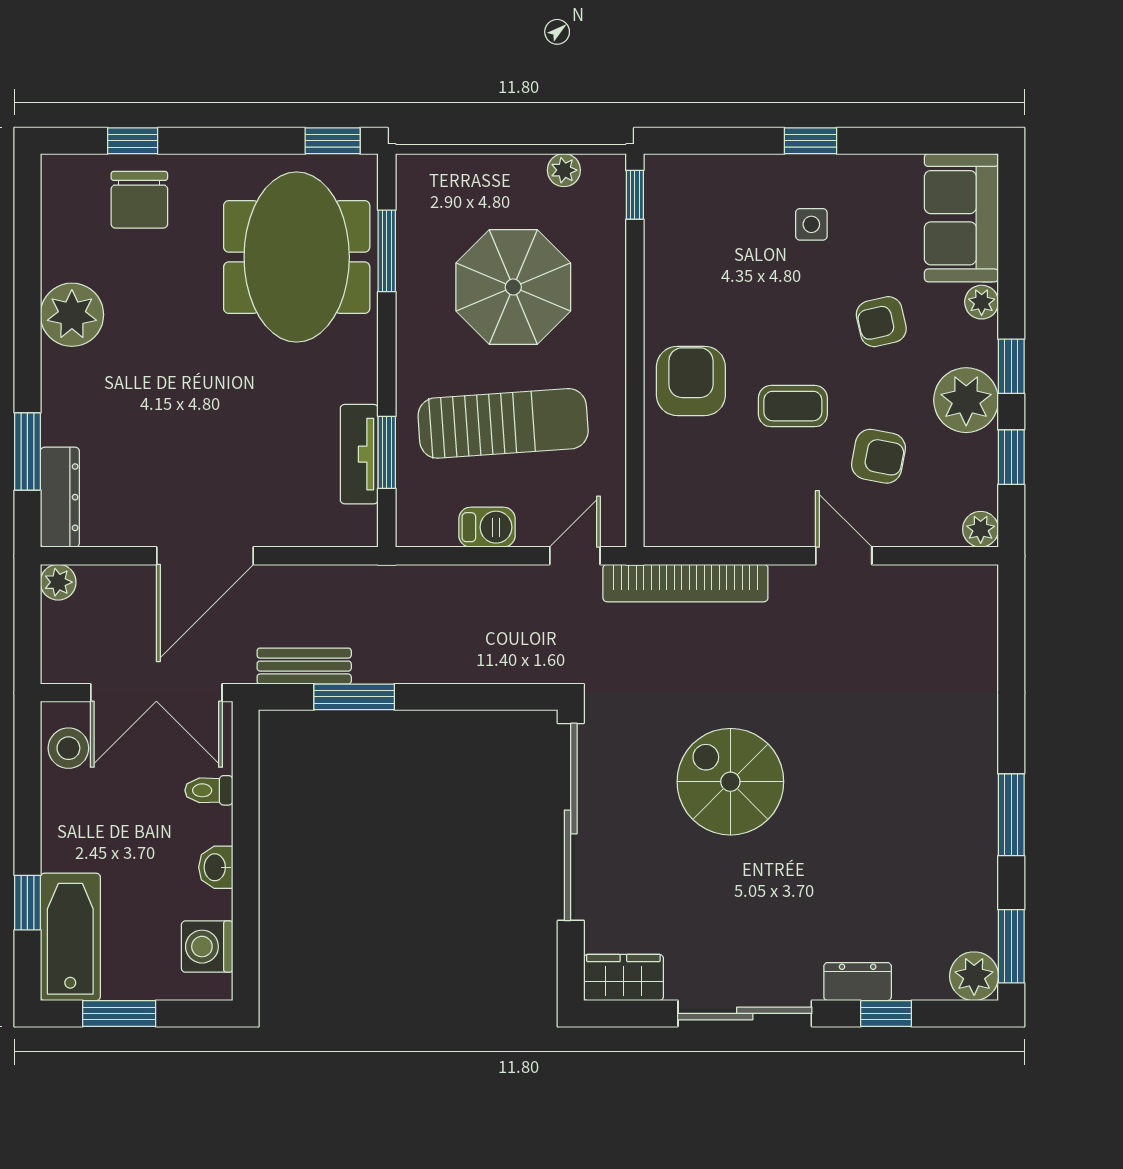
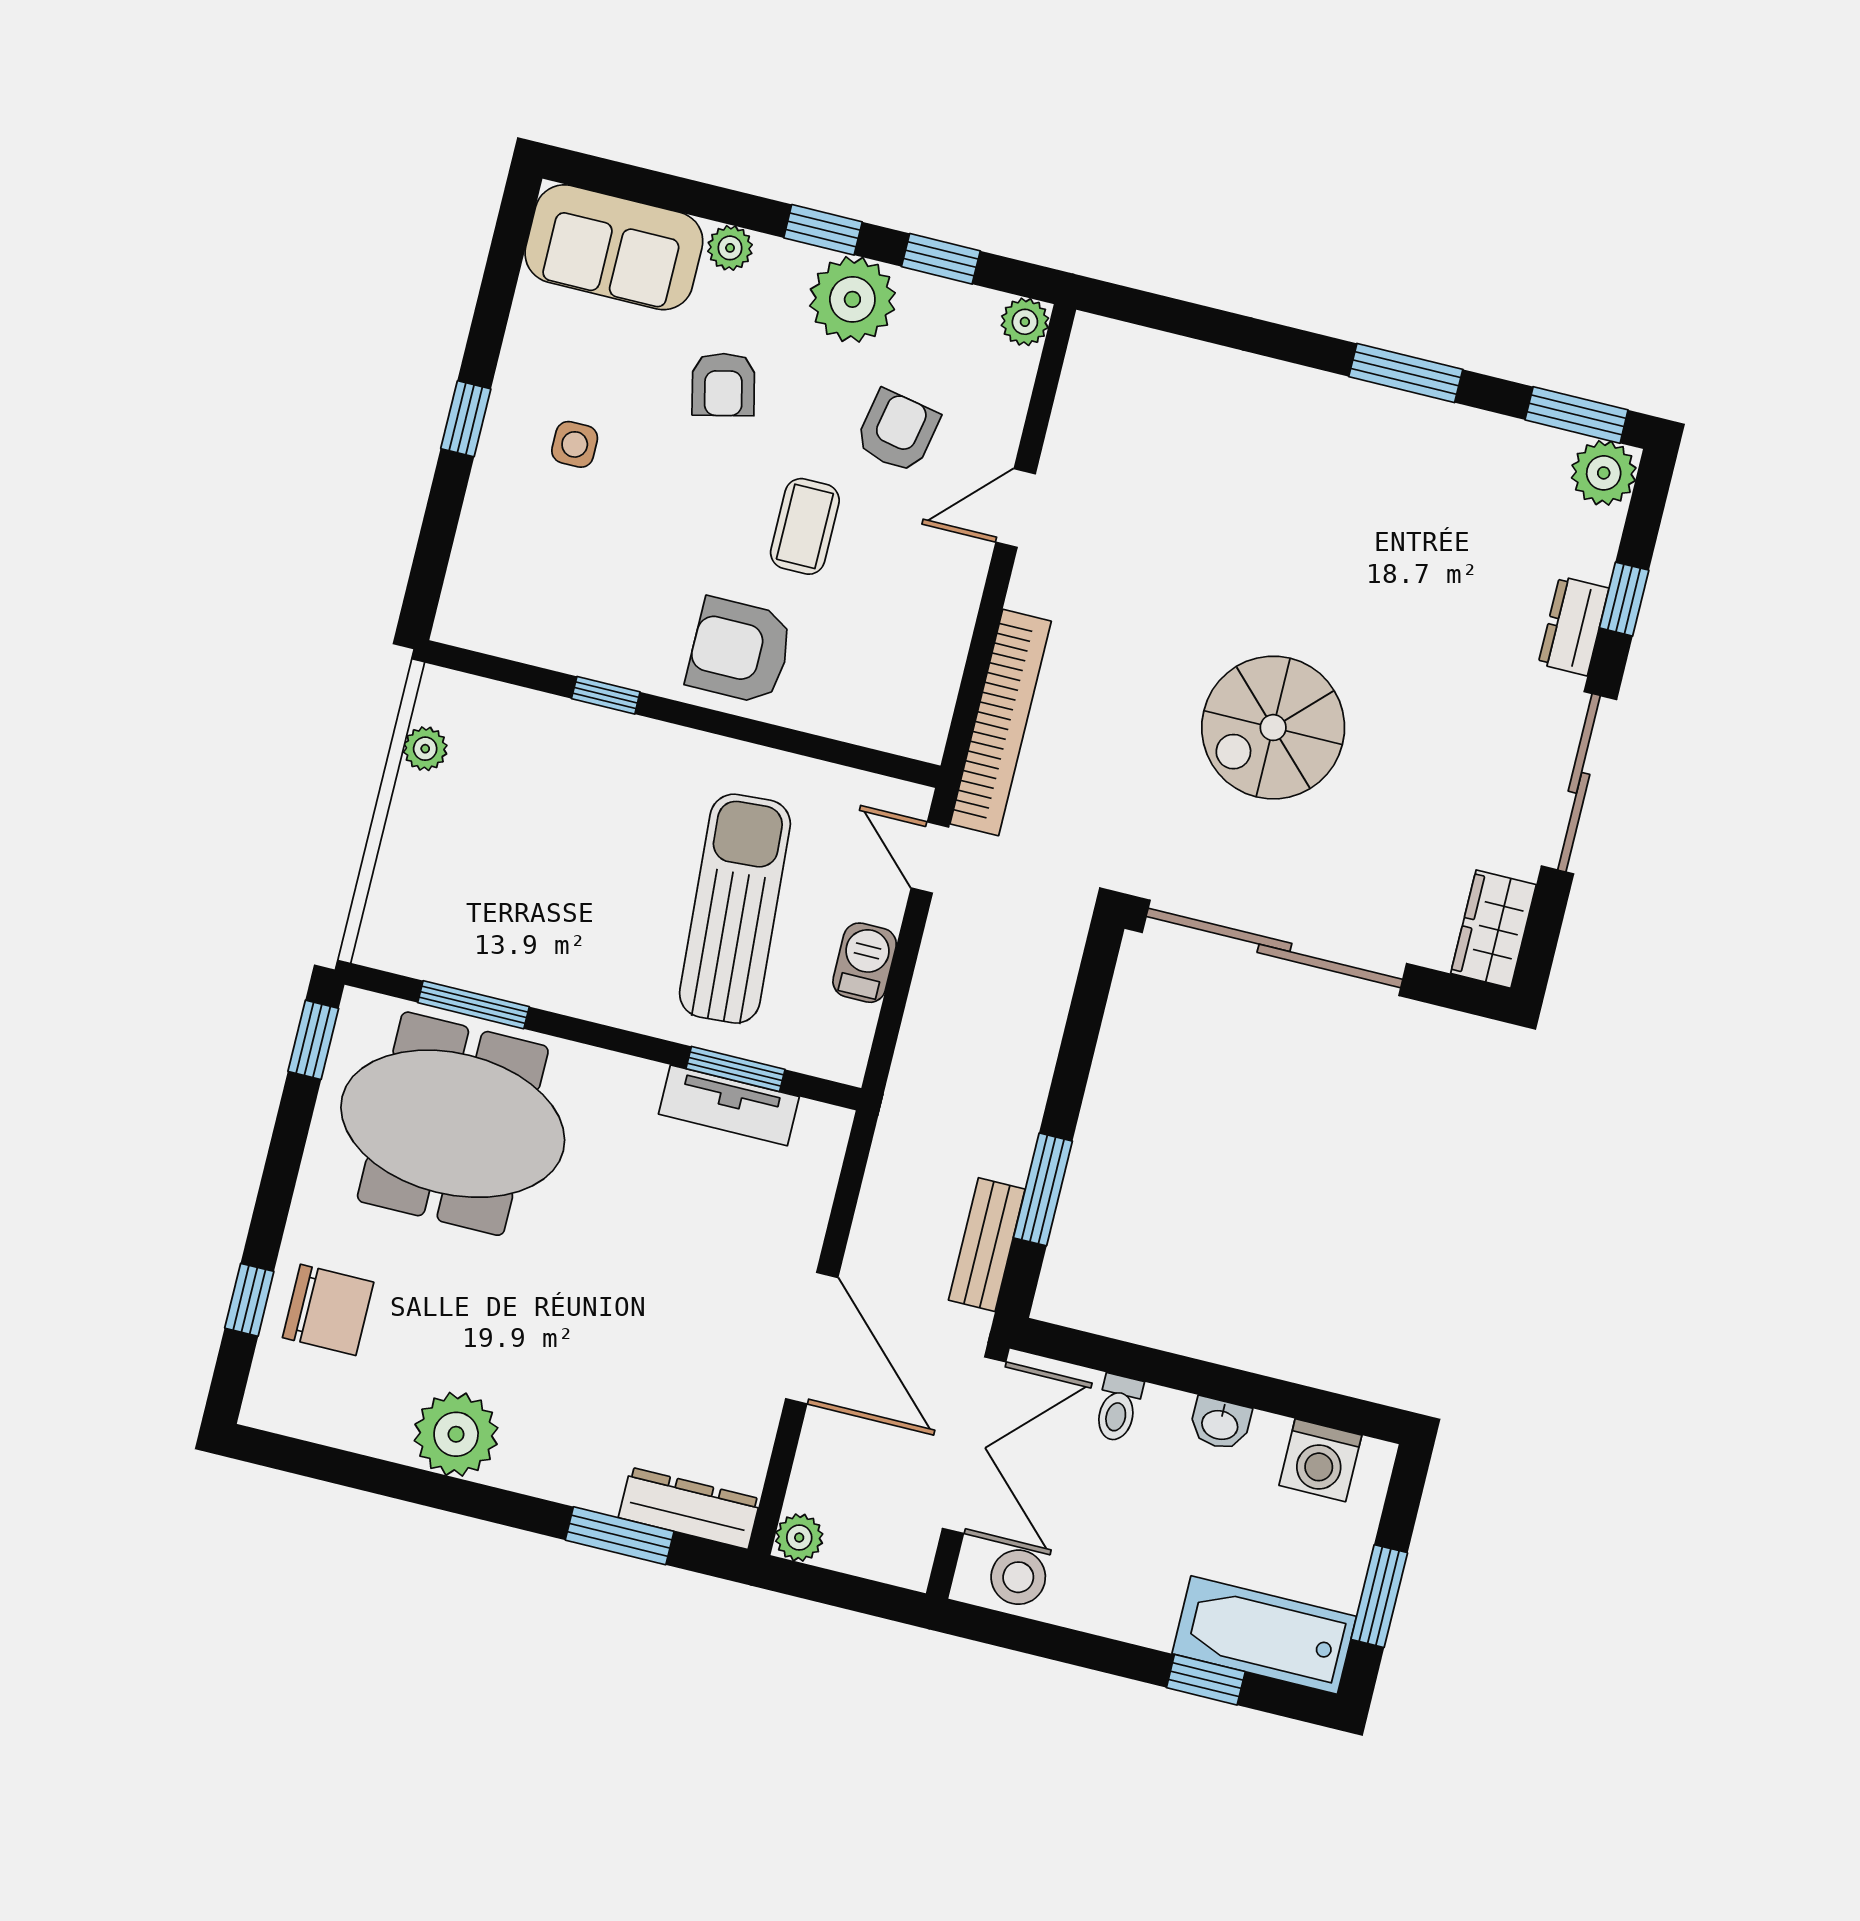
window: (635, 195) -> (606, 695), moved
parasol: (513, 287) -> (561, 852), removed

